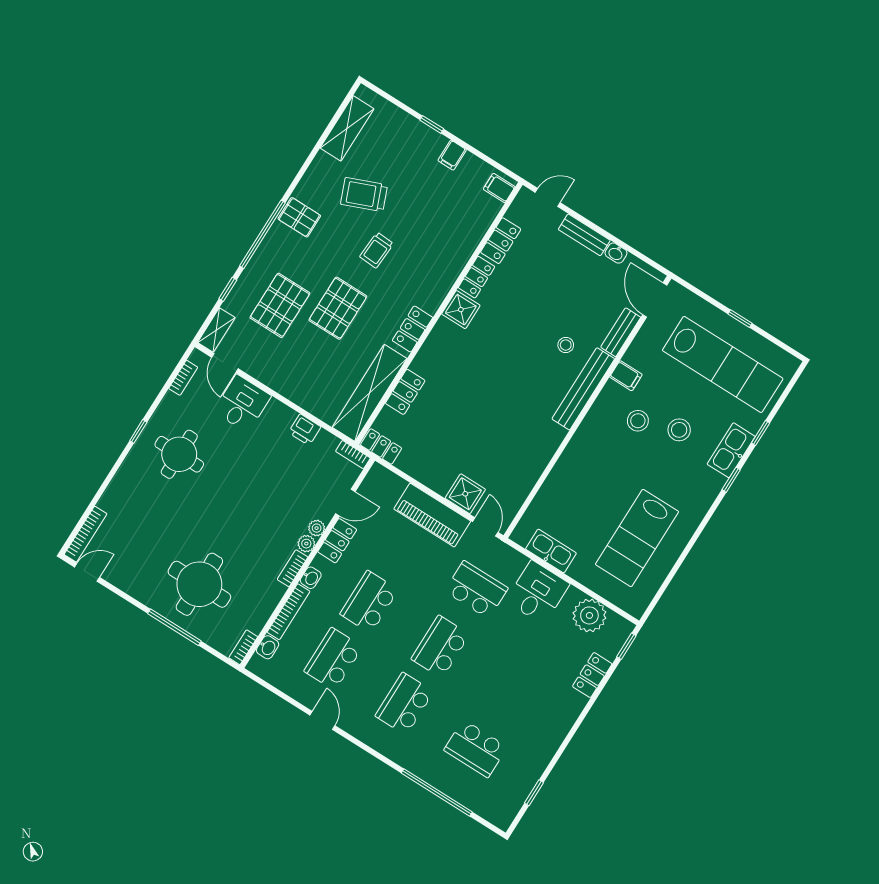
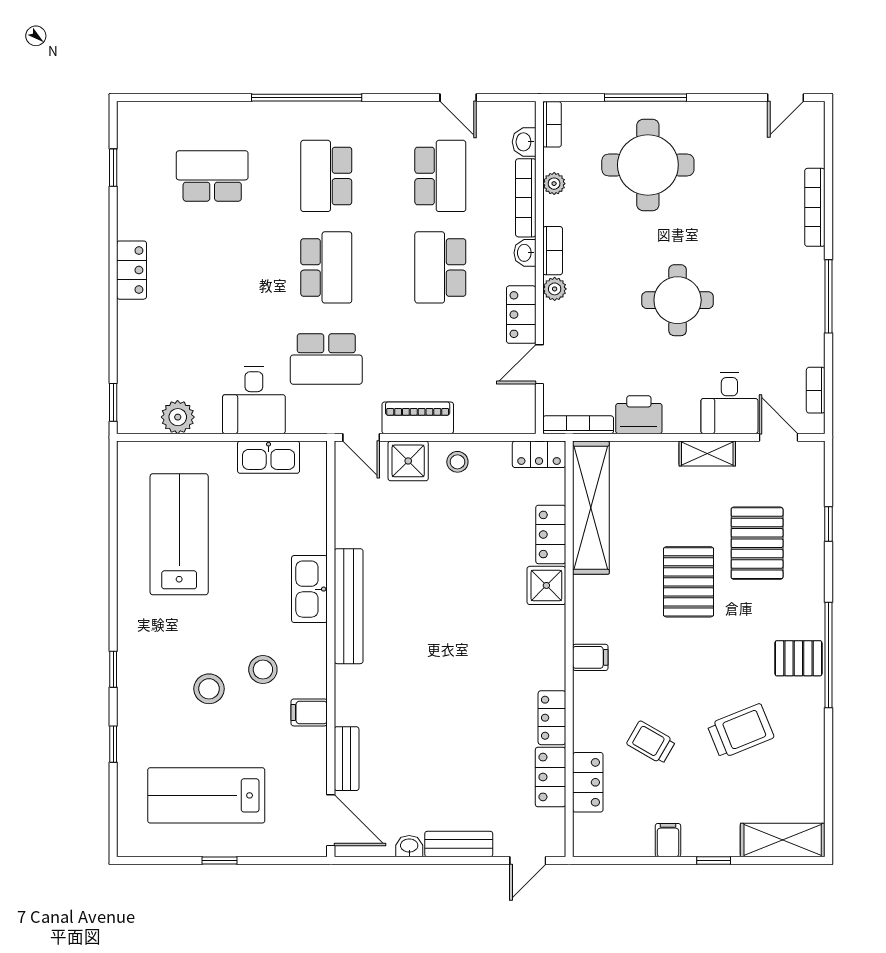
shelving: (347, 128) -> (783, 840), moved, turned 90
filing cabinet: (499, 188) -> (590, 657), moved
window: (262, 234) -> (828, 655), moved
trolley: (377, 250) -> (651, 742), moved, turned -63
shower: (461, 310) -> (546, 585), moved
locker: (413, 329) -> (588, 782), moved
shelving: (216, 330) -> (707, 454), moved, turned 90
stool: (566, 345) -> (457, 462), moved
lab bench: (723, 364) -> (206, 795), width x0.73
bench: (583, 389) -> (349, 606), moved
printer: (305, 430) -> (639, 415), width x1.36, depth x1.24
window: (138, 431) -> (828, 296), width x2.17
kitchen sink: (731, 450) -> (309, 589), moved, turned 180
round table: (179, 454) -> (678, 300), moved
bookcase: (353, 455) -> (578, 425), width x1.56
piano: (432, 515) -> (418, 418), width x0.73, depth x0.75
plant: (317, 528) -> (554, 184), moved
bookcase: (86, 534) -> (815, 207), moved
school desk: (369, 602) -> (440, 267), turned 180
plant: (589, 615) -> (178, 417), width x0.73, depth x0.73
locker: (592, 675) -> (132, 270), moved
school desk: (404, 704) -> (326, 176), turned 180
door: (322, 720) -> (458, 98), moved
window: (437, 792) -> (307, 98), moved

